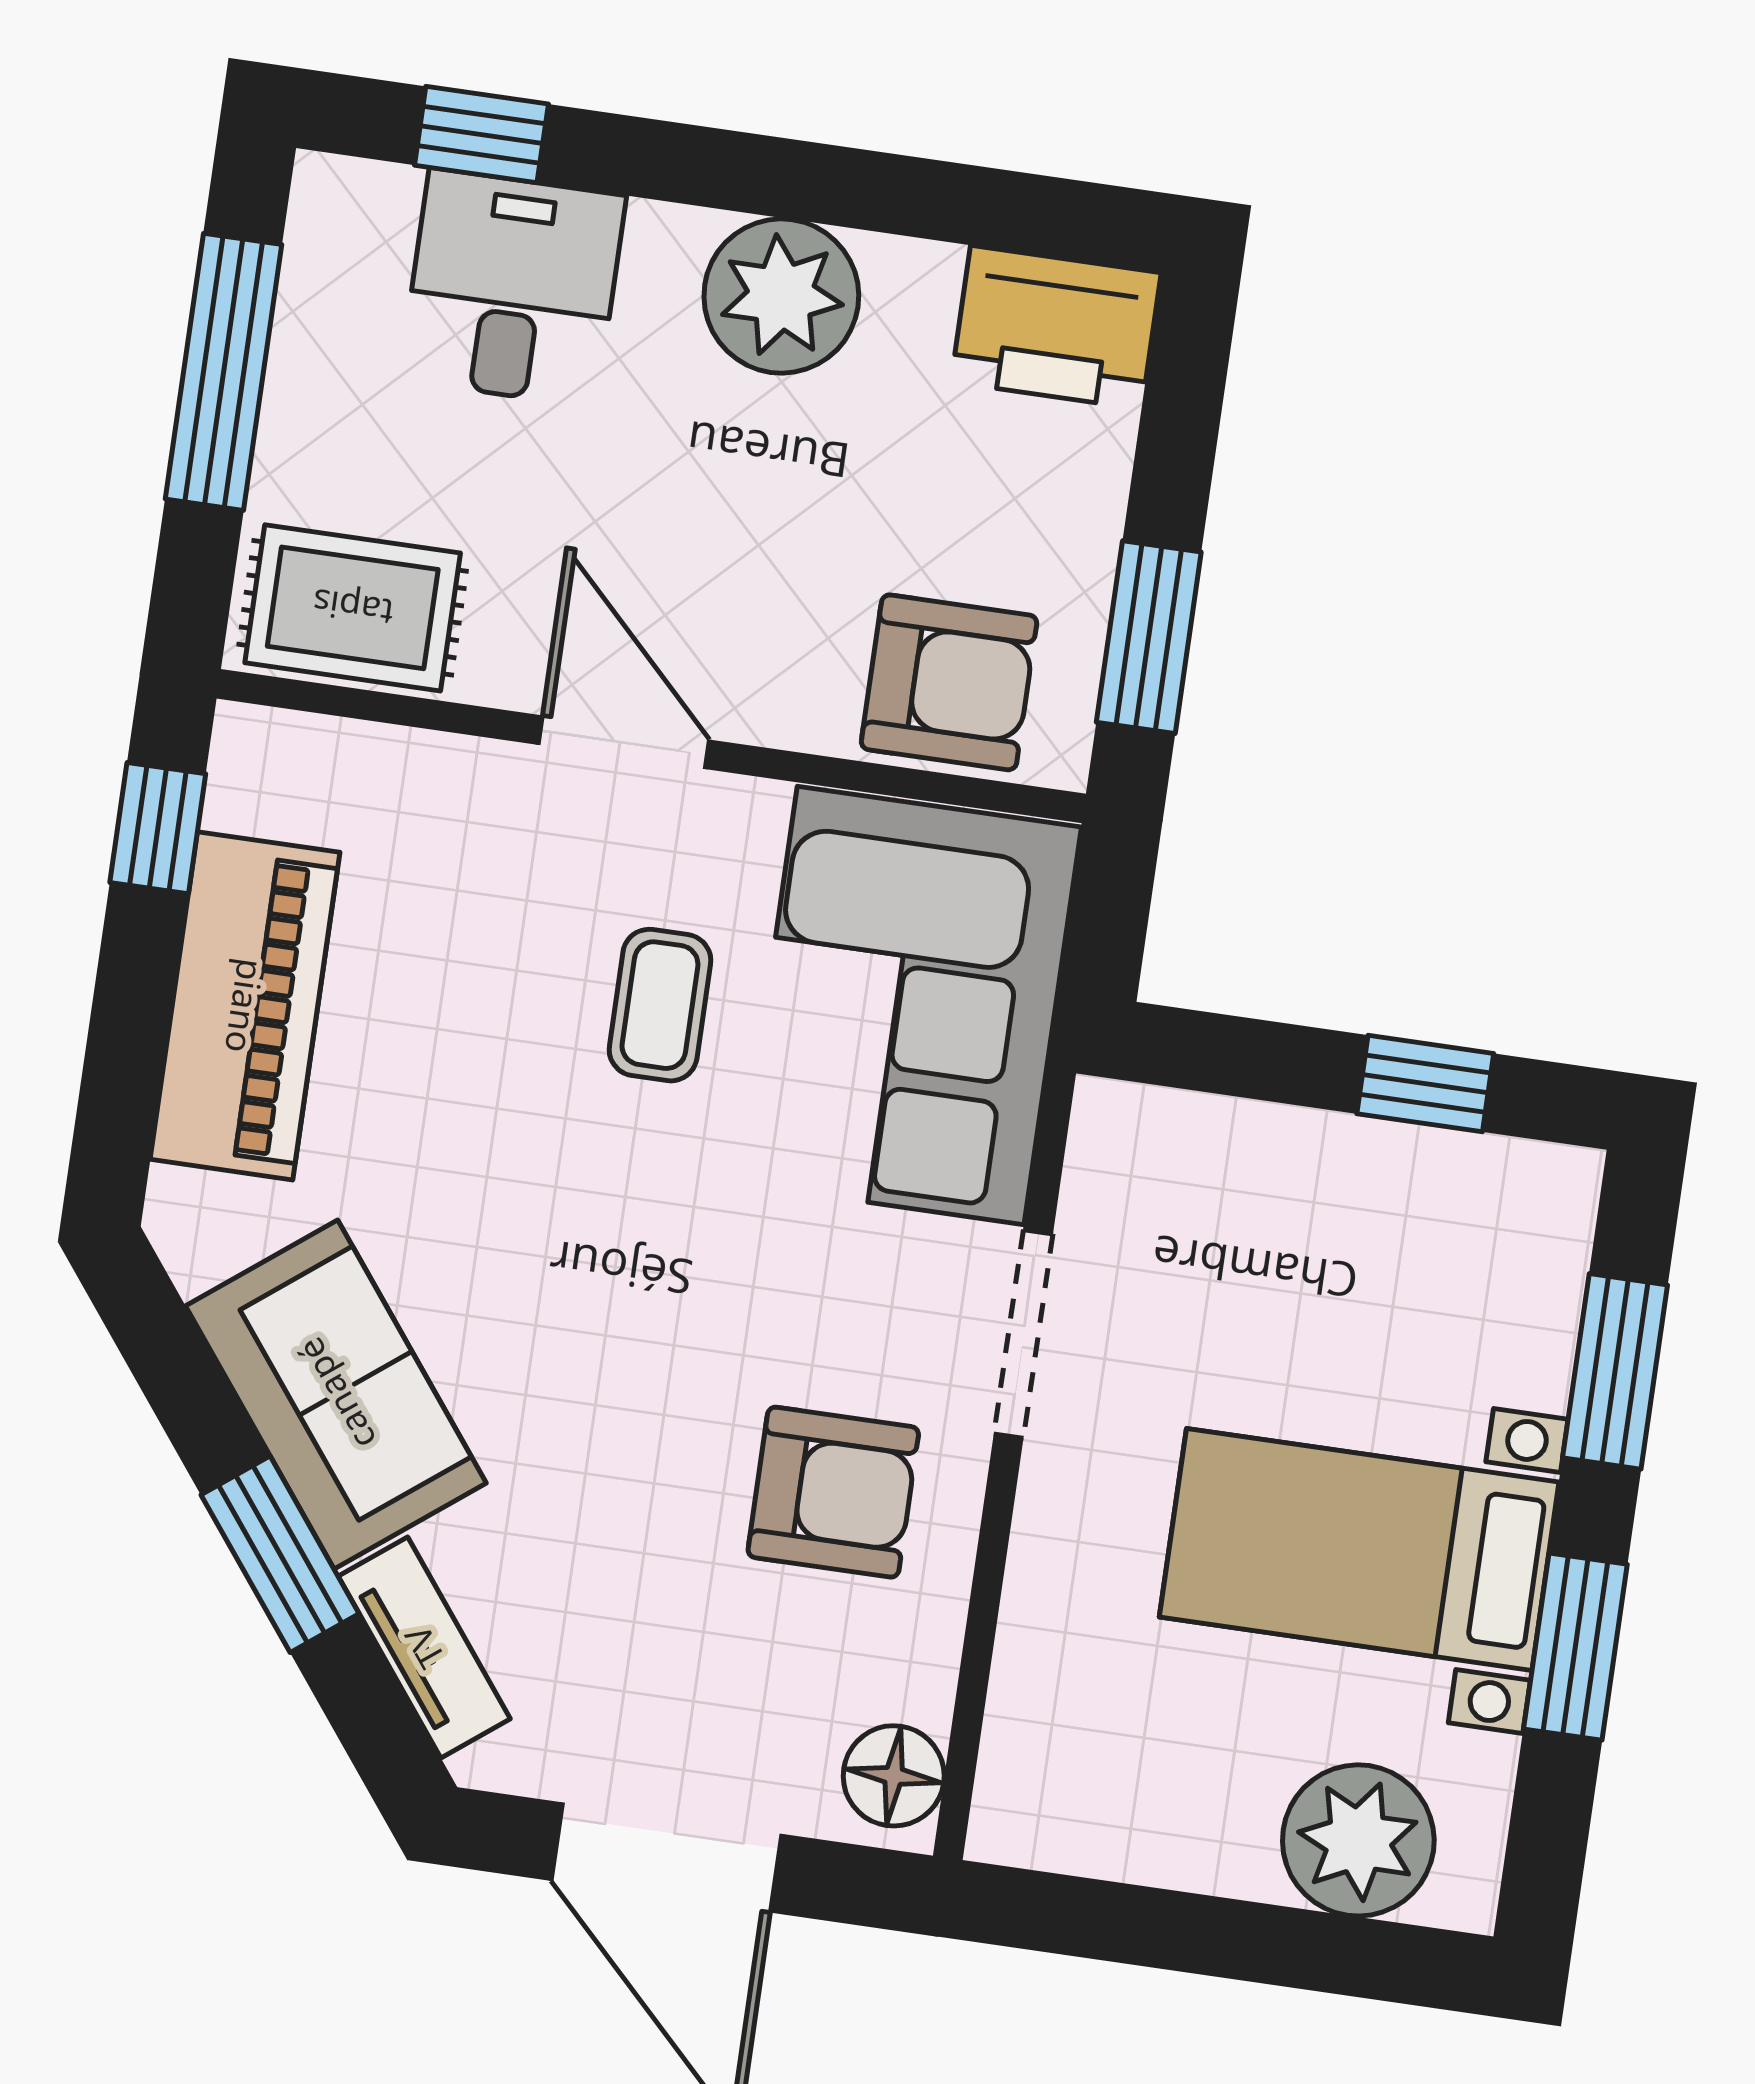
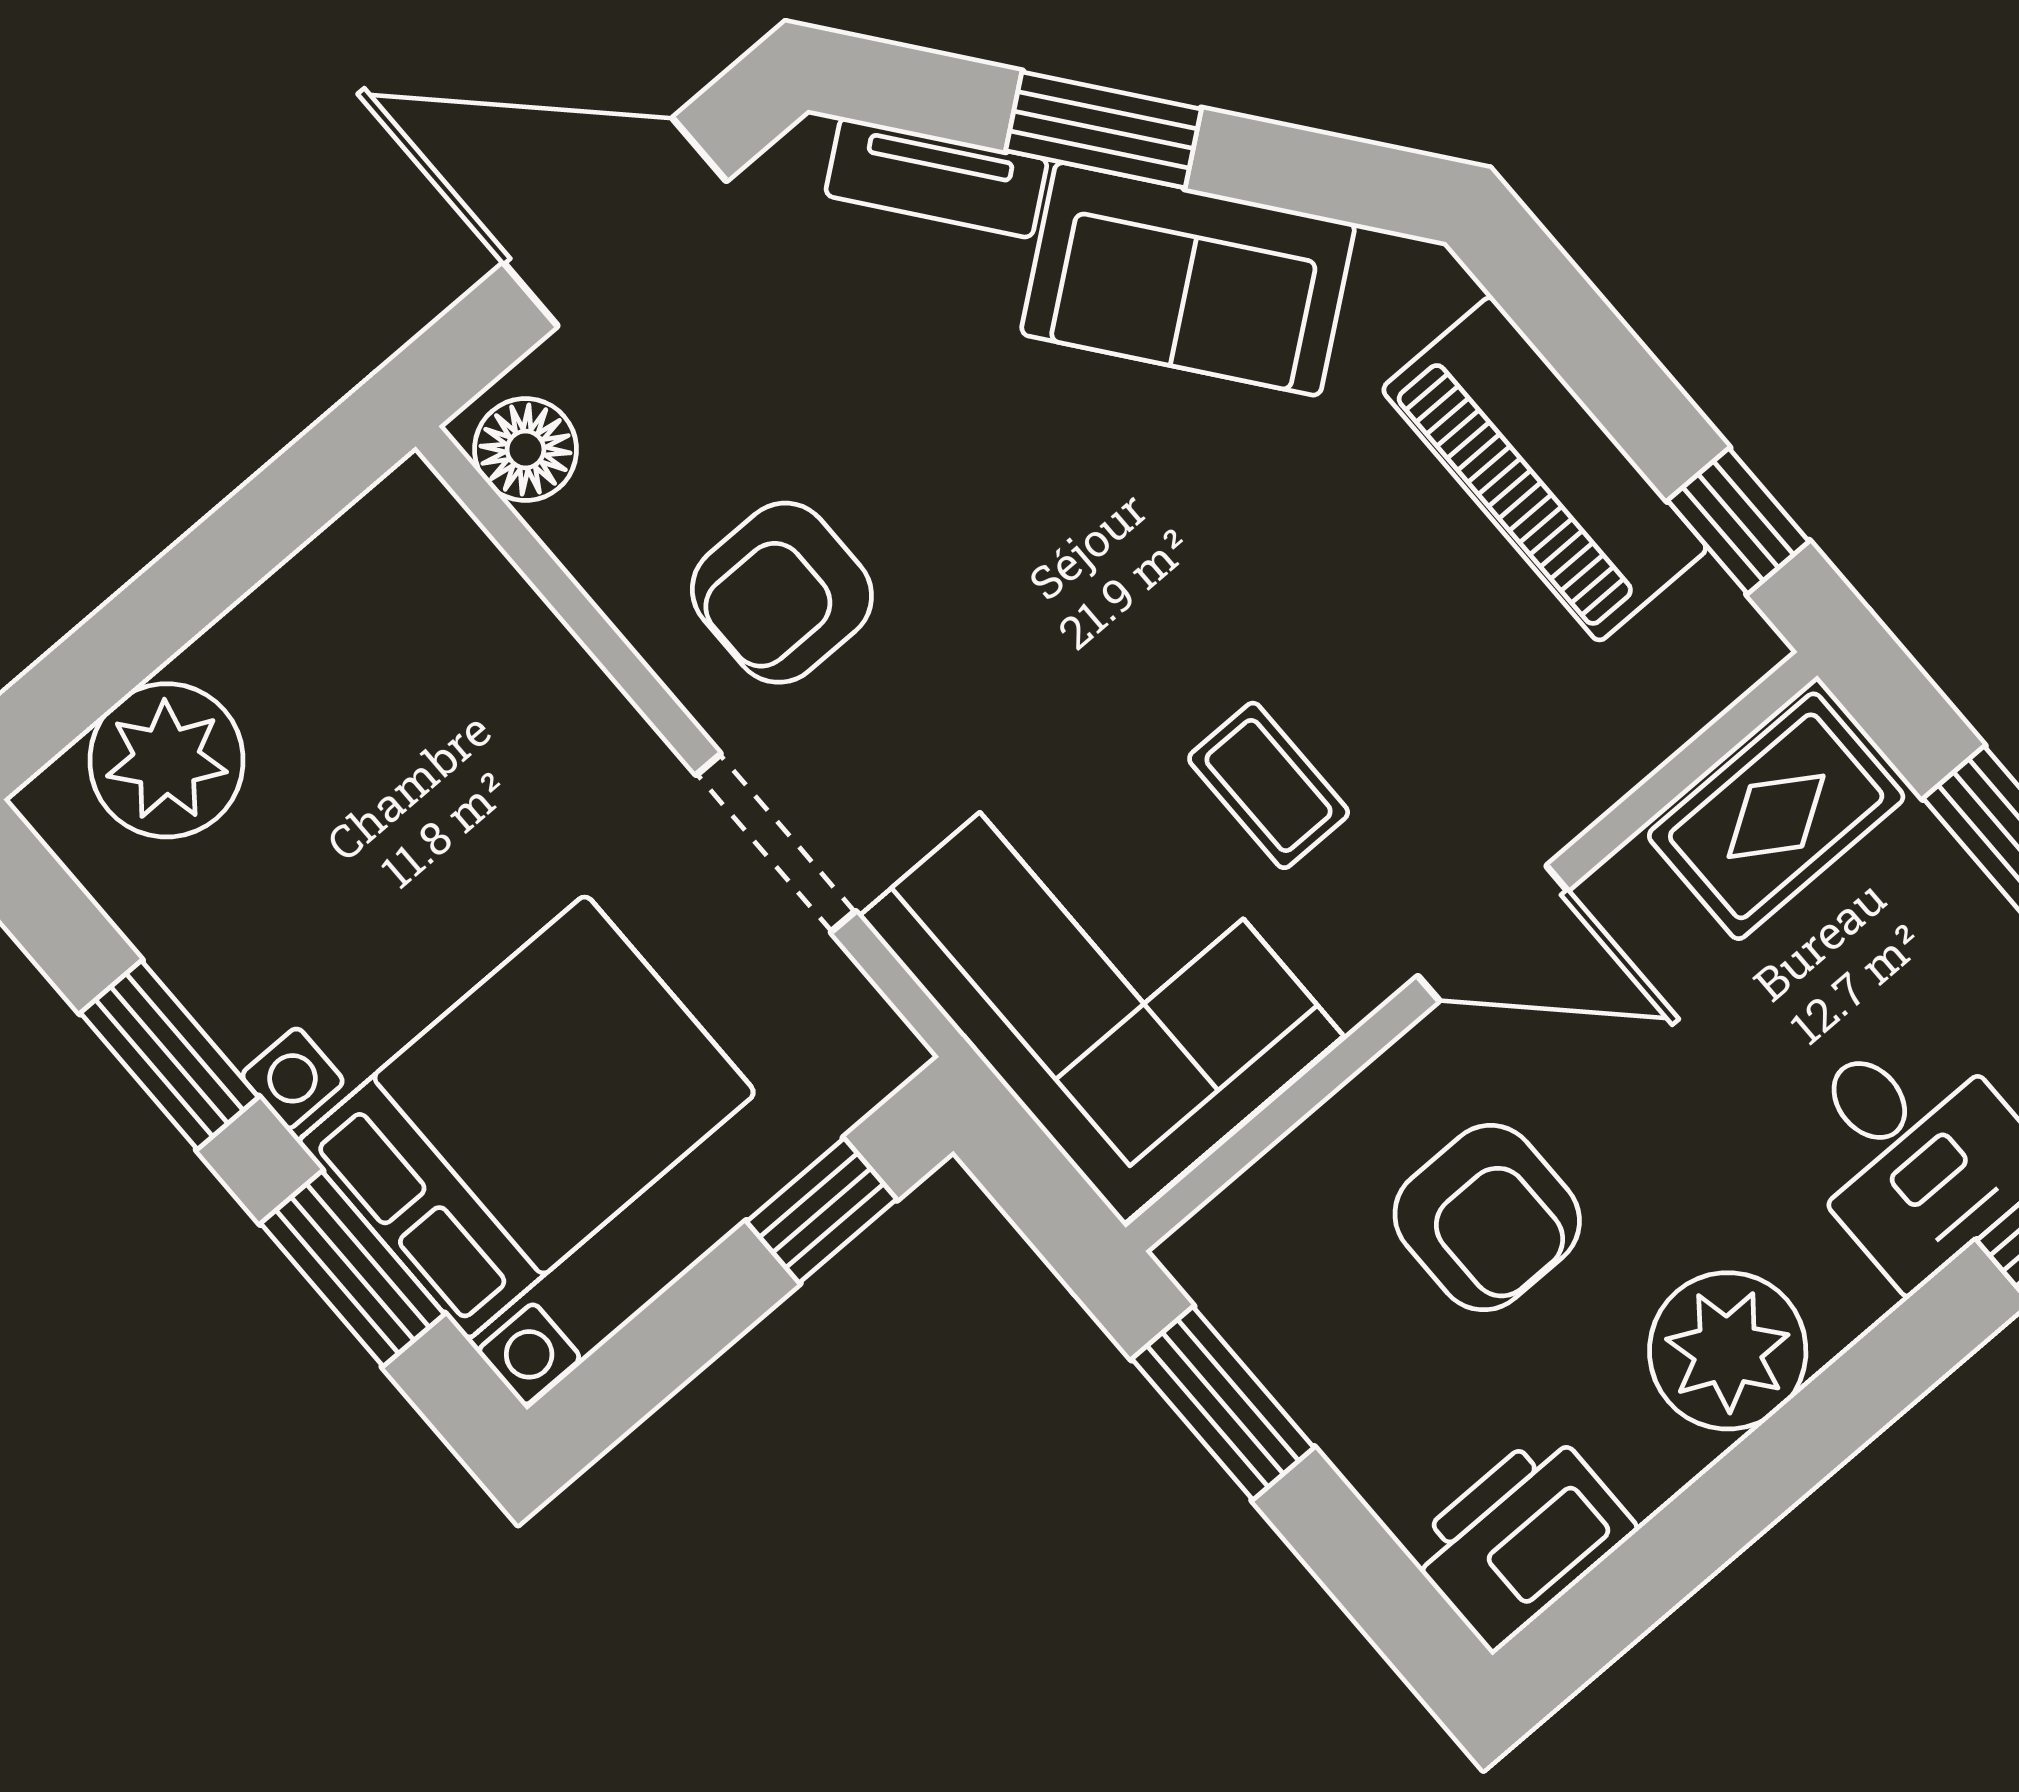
armchair: (949, 682) -> (1487, 1218), moved, turned -90
window: (1425, 1084) -> (822, 1210), moved
bed with nightstands: (1359, 1550) -> (526, 1117), moved, width x1.36

